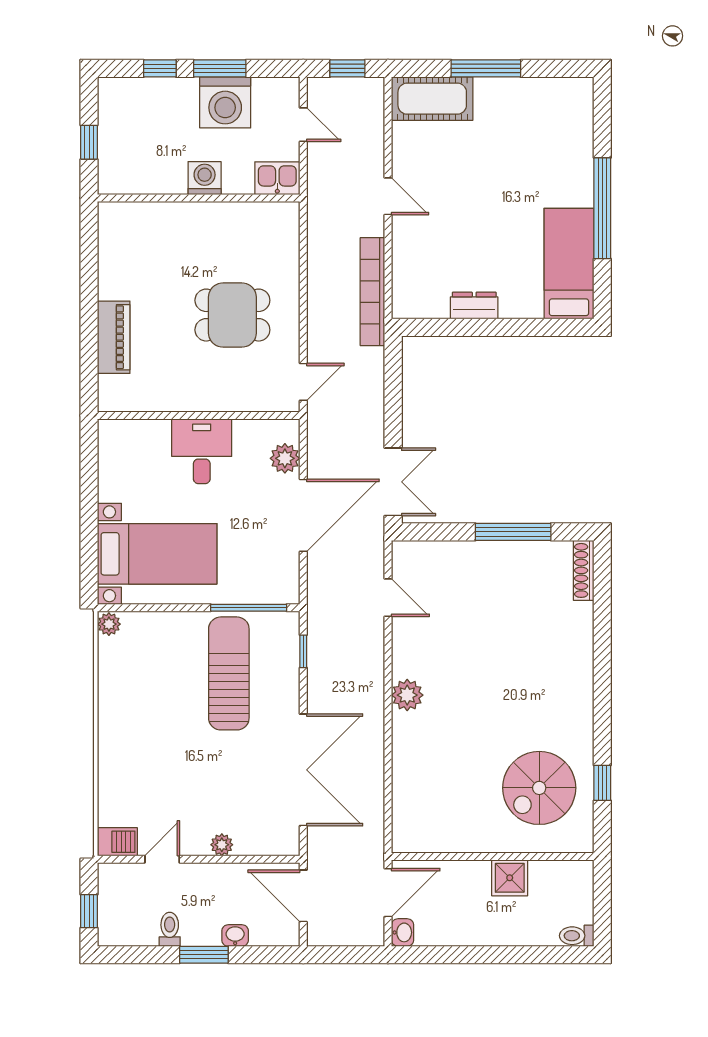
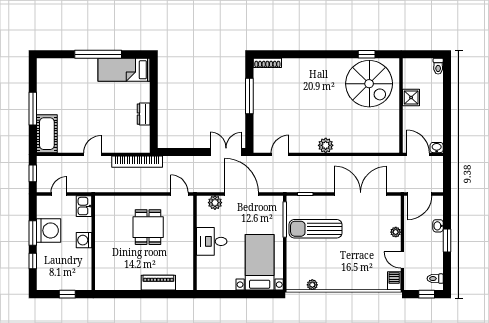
plant: (109, 624) -> (312, 285), moved
spiral stairs: (539, 788) -> (369, 84), width x1.37, depth x1.37
toilet: (170, 929) -> (435, 279), moved

